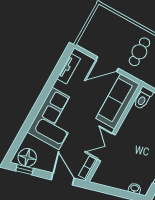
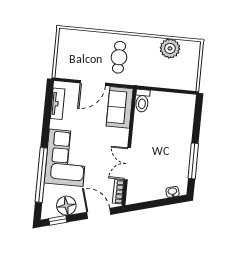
sofa: (118, 101) -> (120, 107), width x0.73
window: (28, 124) -> (41, 175), added
floor lamp: (27, 157) -> (66, 206), moved

